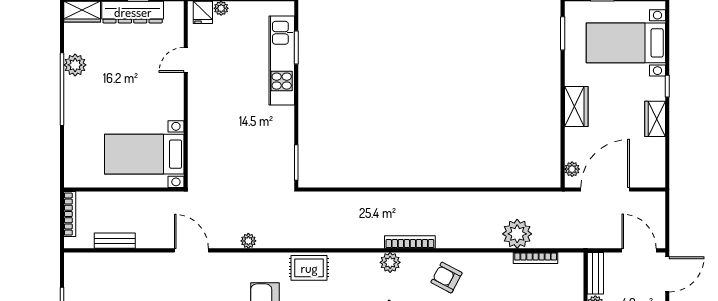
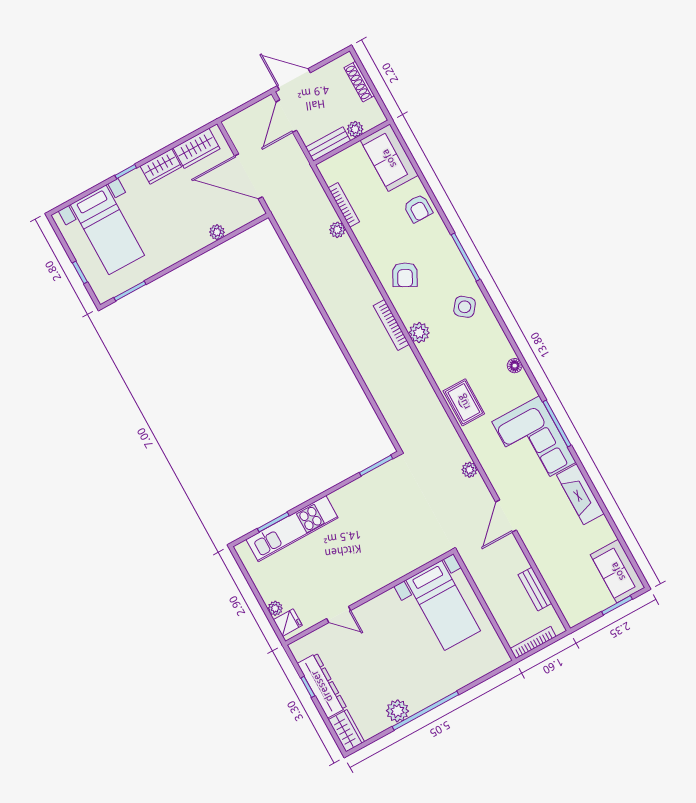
wardrobe: (576, 107) -> (197, 148), moved, turned 180
plant: (572, 169) -> (217, 232), moved
plant: (517, 234) -> (337, 230), width x0.53, depth x0.53

